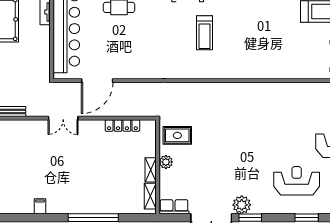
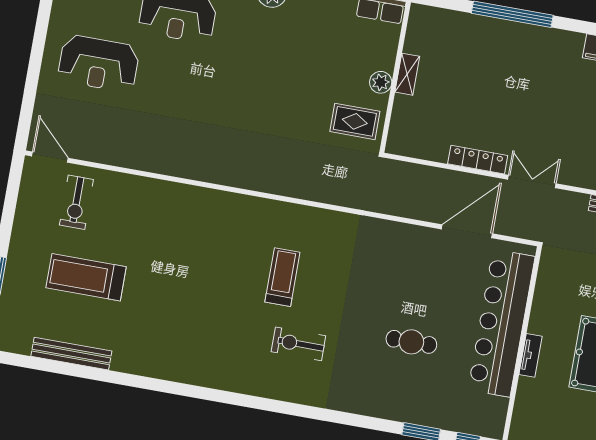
locker: (122, 125) -> (478, 160), moved
shelving: (150, 196) -> (415, 32), removed

